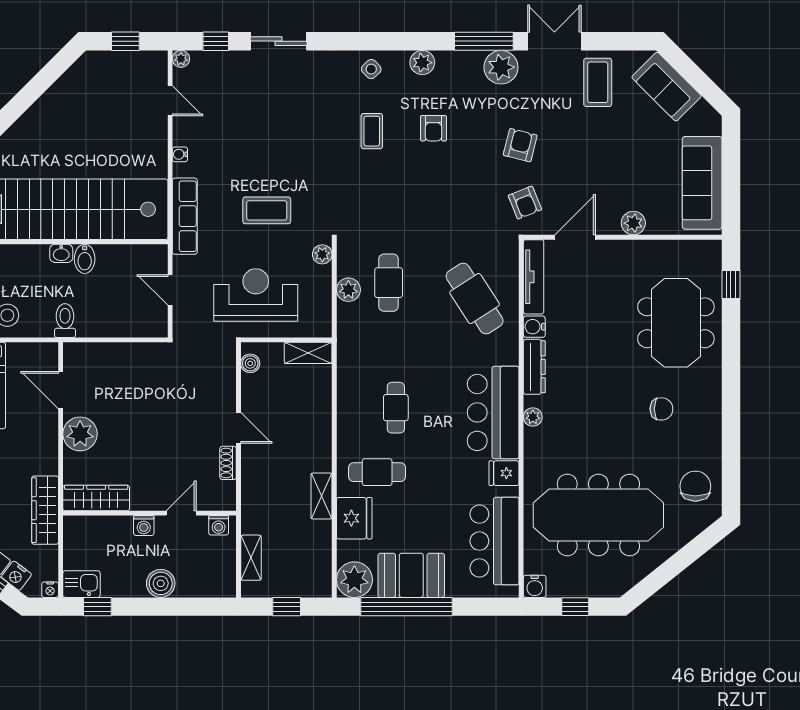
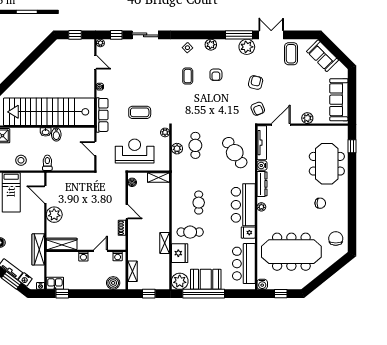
boiler: (161, 583) -> (113, 283), moved

